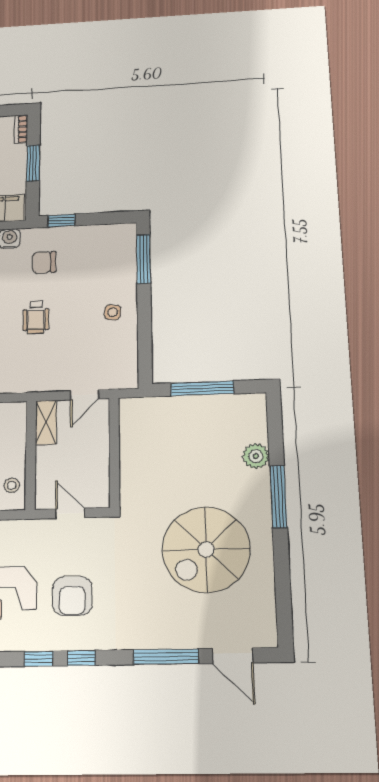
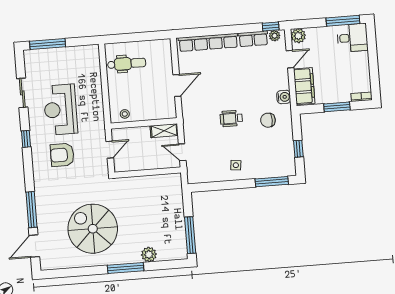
window: (61, 221) -> (298, 149), moved
chair: (44, 262) -> (268, 120), turned -90
window: (202, 388) -> (190, 235), moved
window: (81, 658) -> (28, 163), removed

